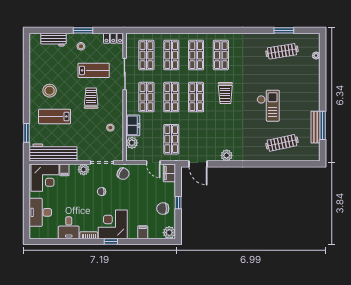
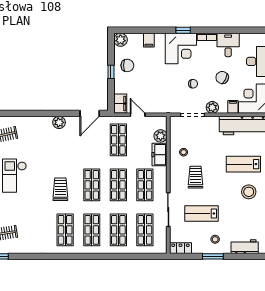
trolley: (91, 98) -> (195, 177), moved, turned 180
lab bench: (55, 116) -> (243, 164), turned 180
door: (198, 164) -> (90, 113), swing flipped
chair: (123, 174) -> (222, 78), moved

